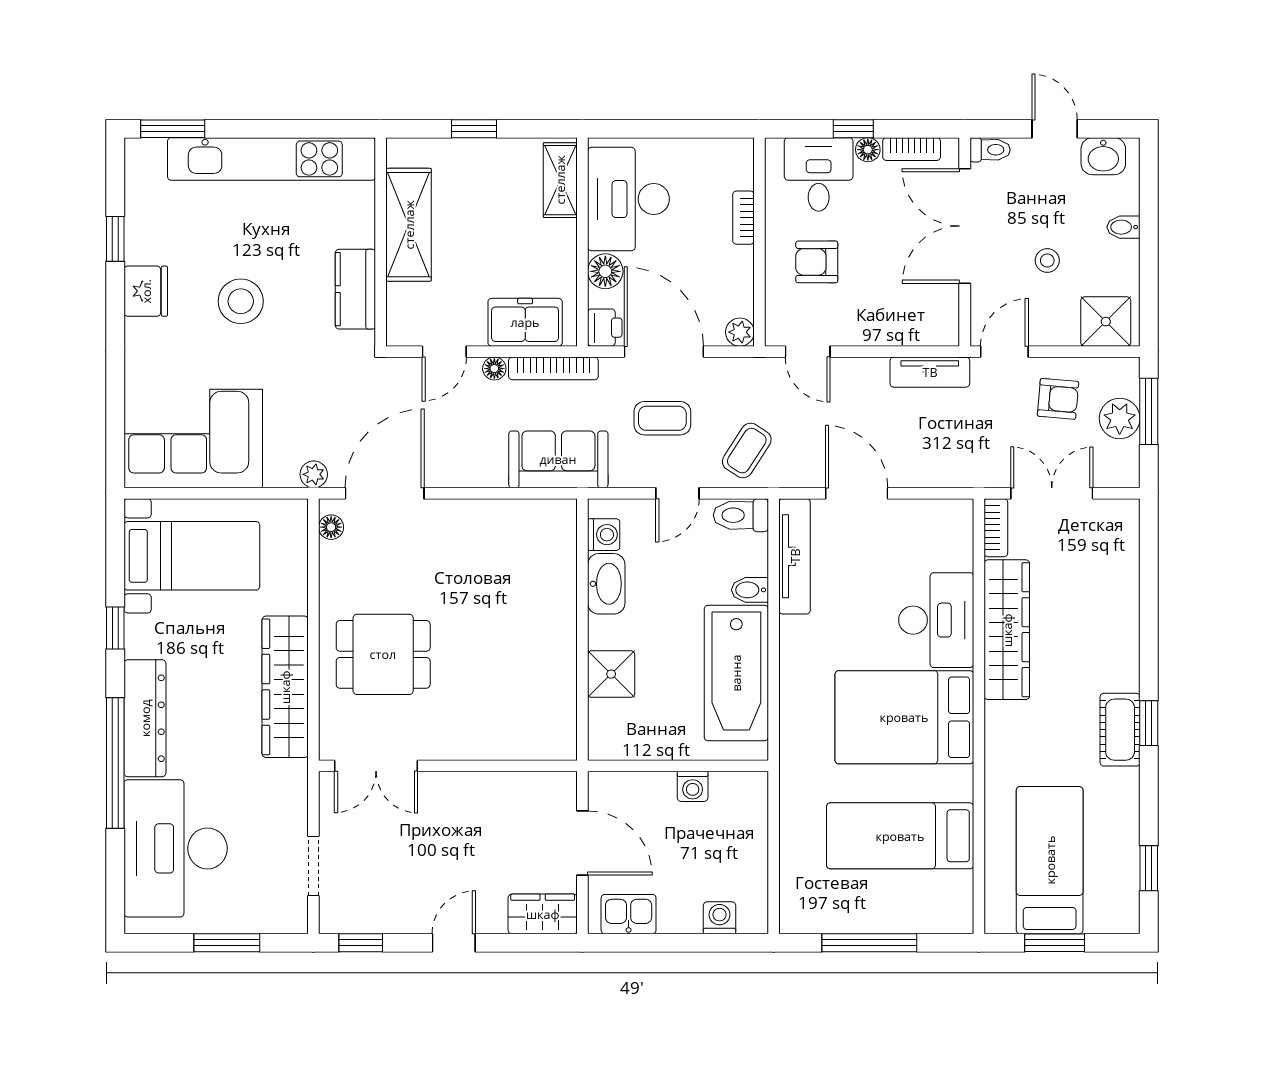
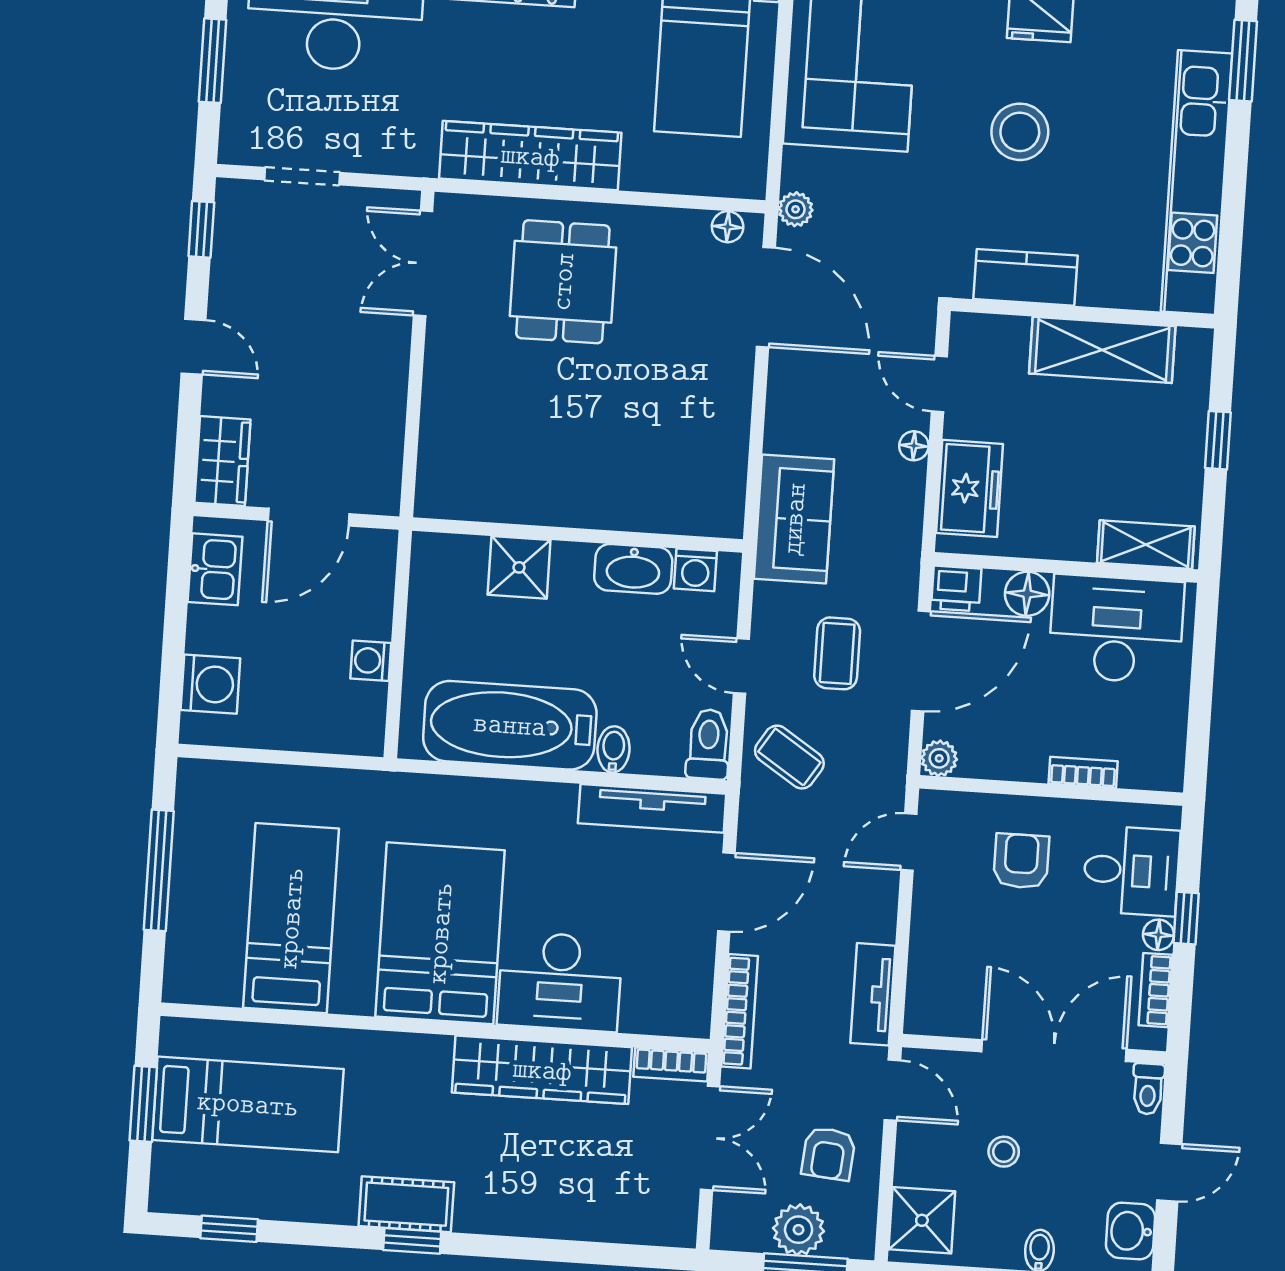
bookcase: (553, 368) -> (740, 1011), moved, turned 180
washing machine: (720, 918) -> (210, 684), width x1.38, depth x1.38

